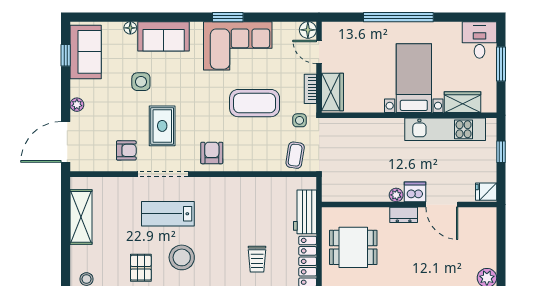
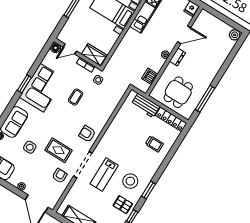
coffee table: (255, 103) -> (76, 97), width x0.54, depth x0.58
coffee table: (295, 155) -> (114, 93), removed
dishwasher: (415, 192) -> (150, 76), moved

